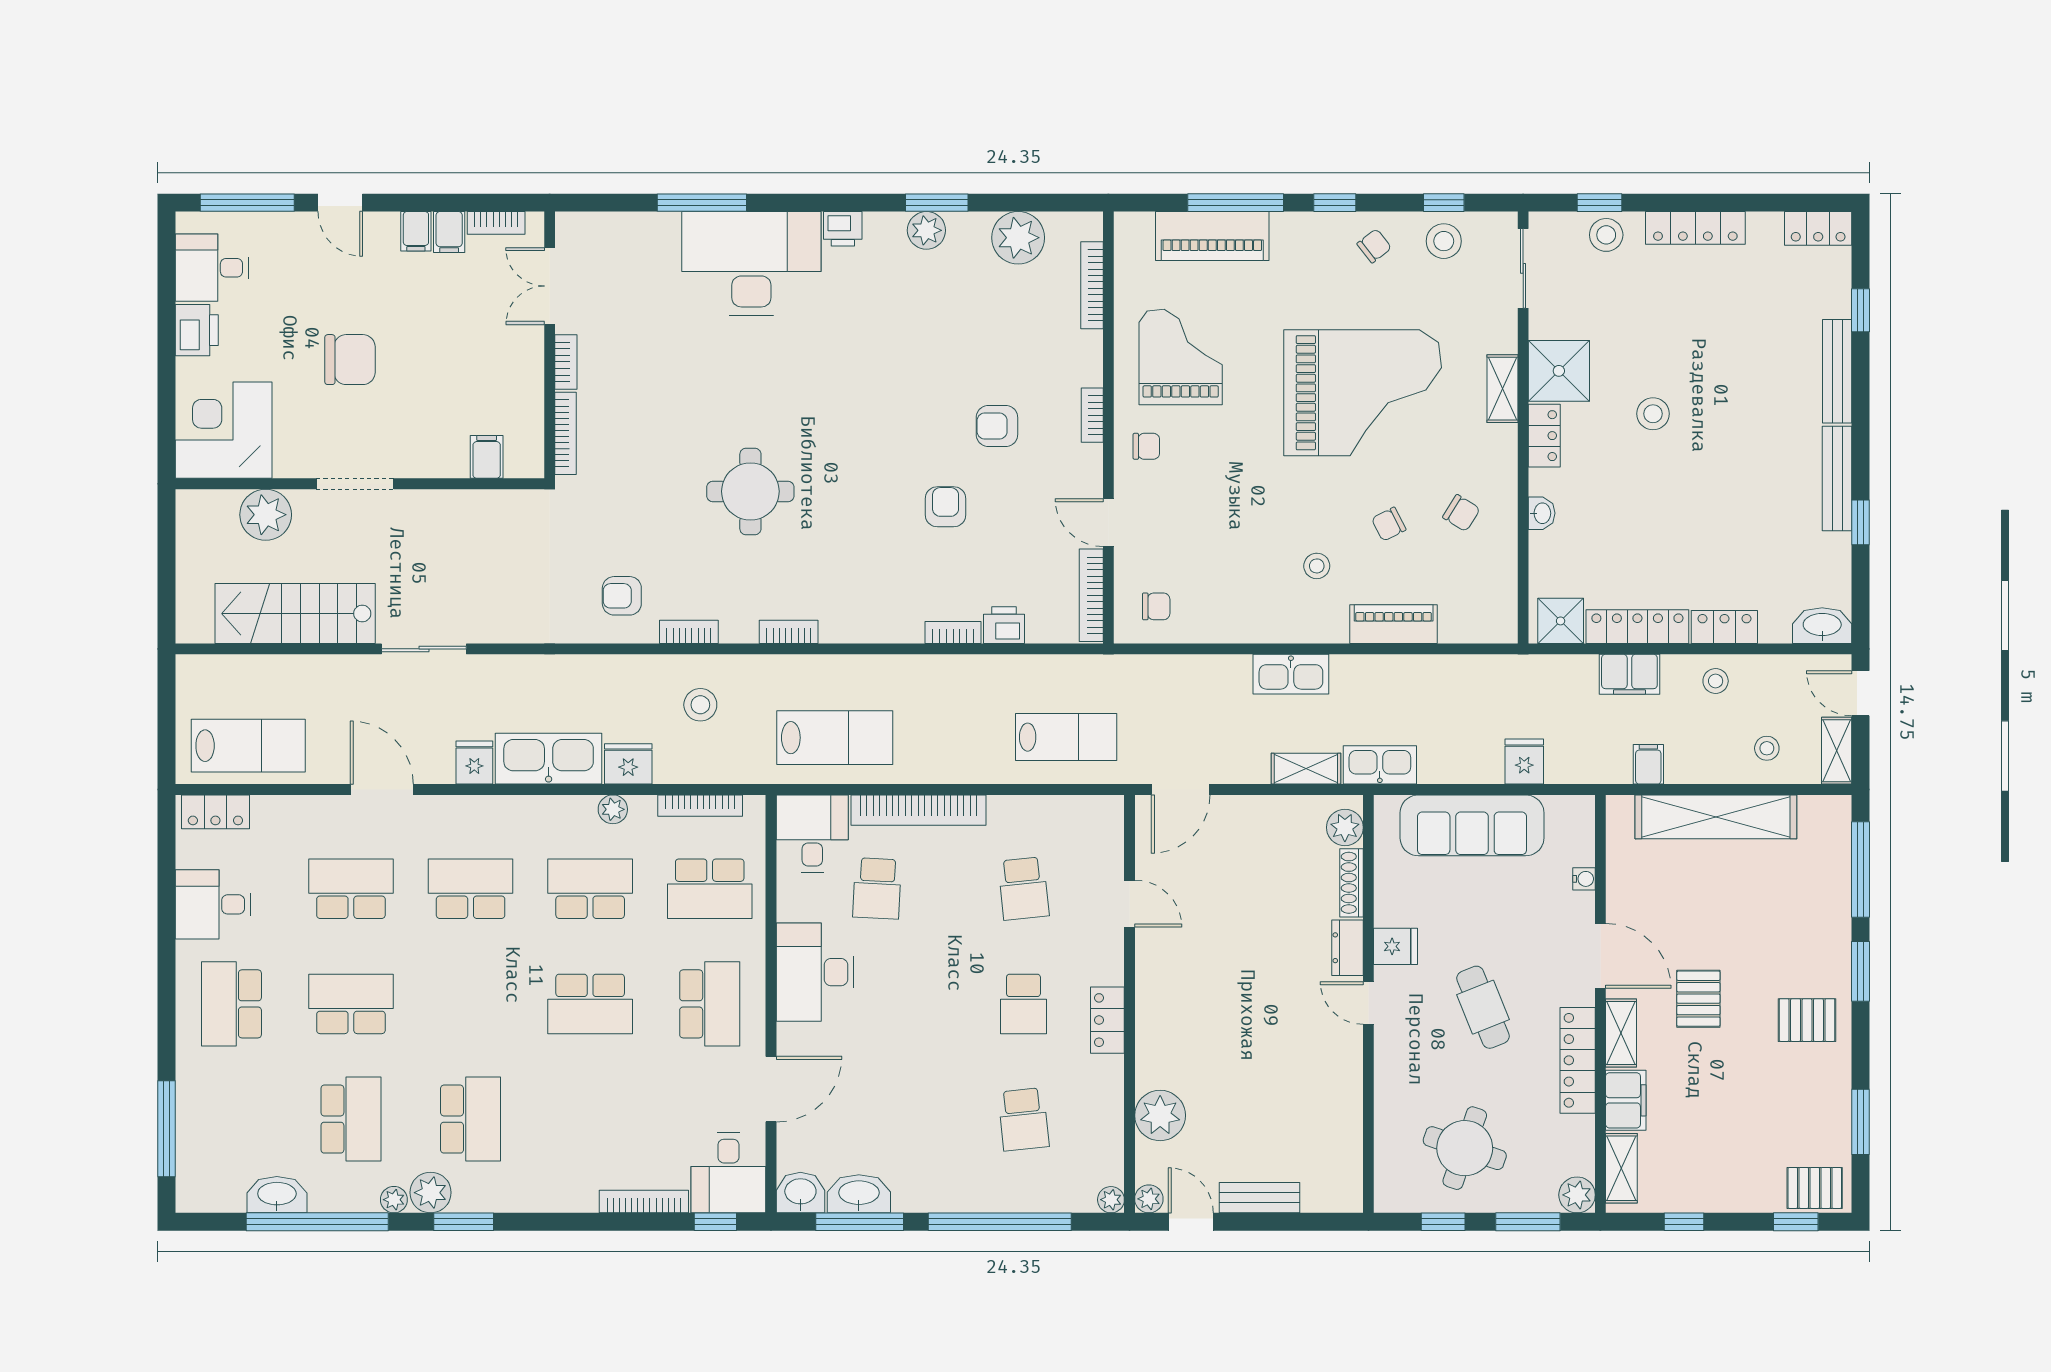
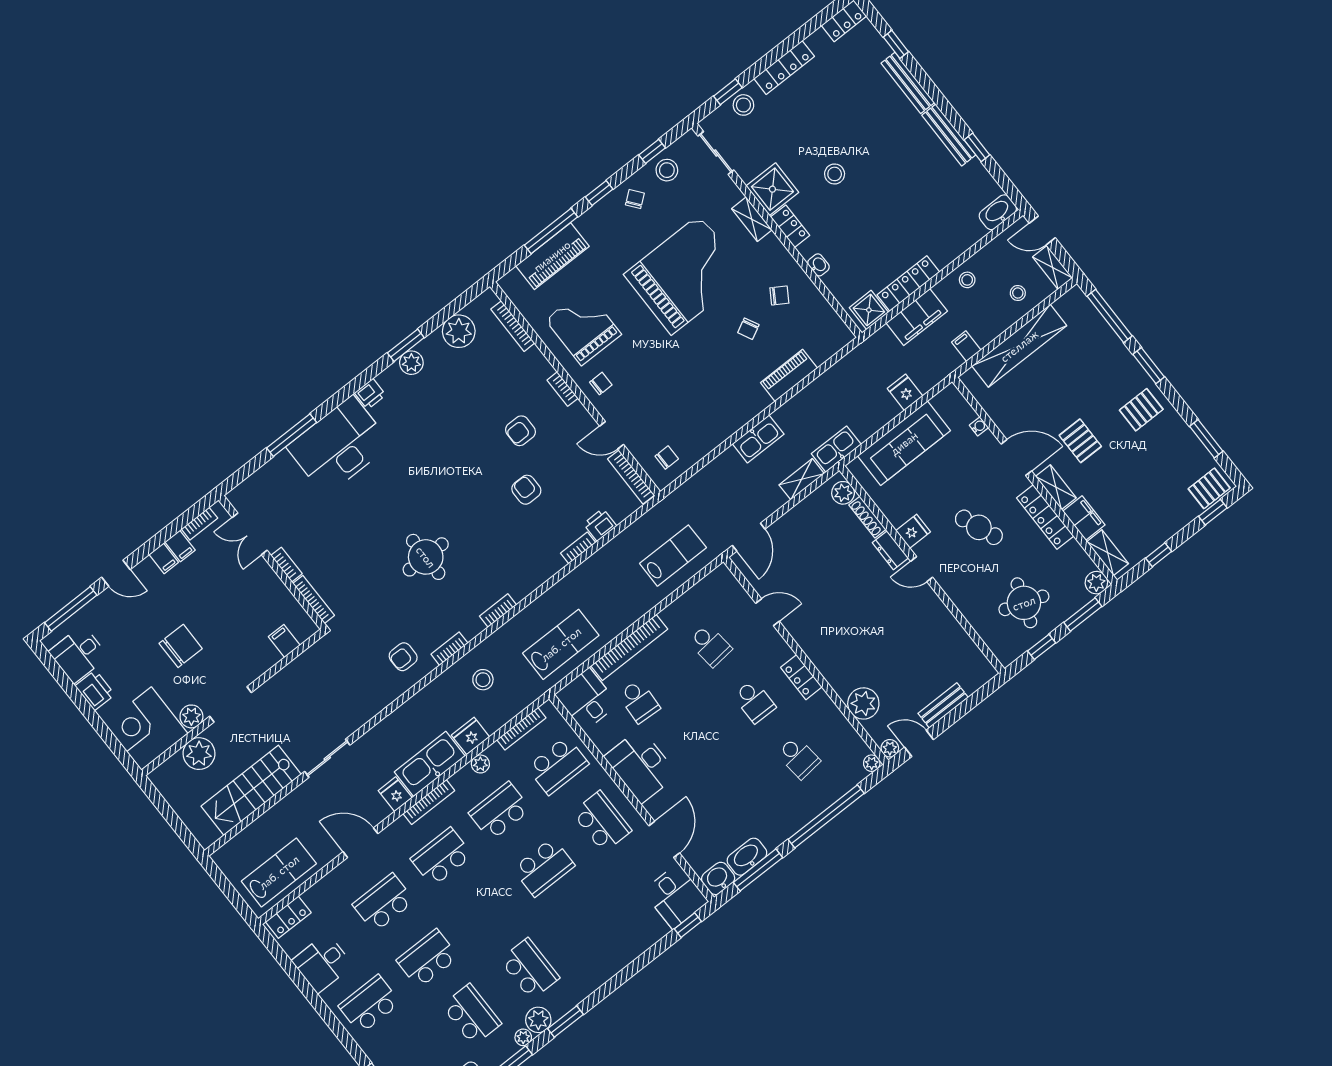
plant: (293, 460) -> (191, 716), added
stool: (1317, 566) -> (729, 377), removed
locker: (1724, 627) -> (951, 250), removed
filing cabinet: (1629, 674) -> (917, 317), width x1.50, depth x1.17
school desk: (231, 1004) -> (369, 1004), turned 90
bookcase: (644, 1202) -> (429, 802), moved, turned 180

